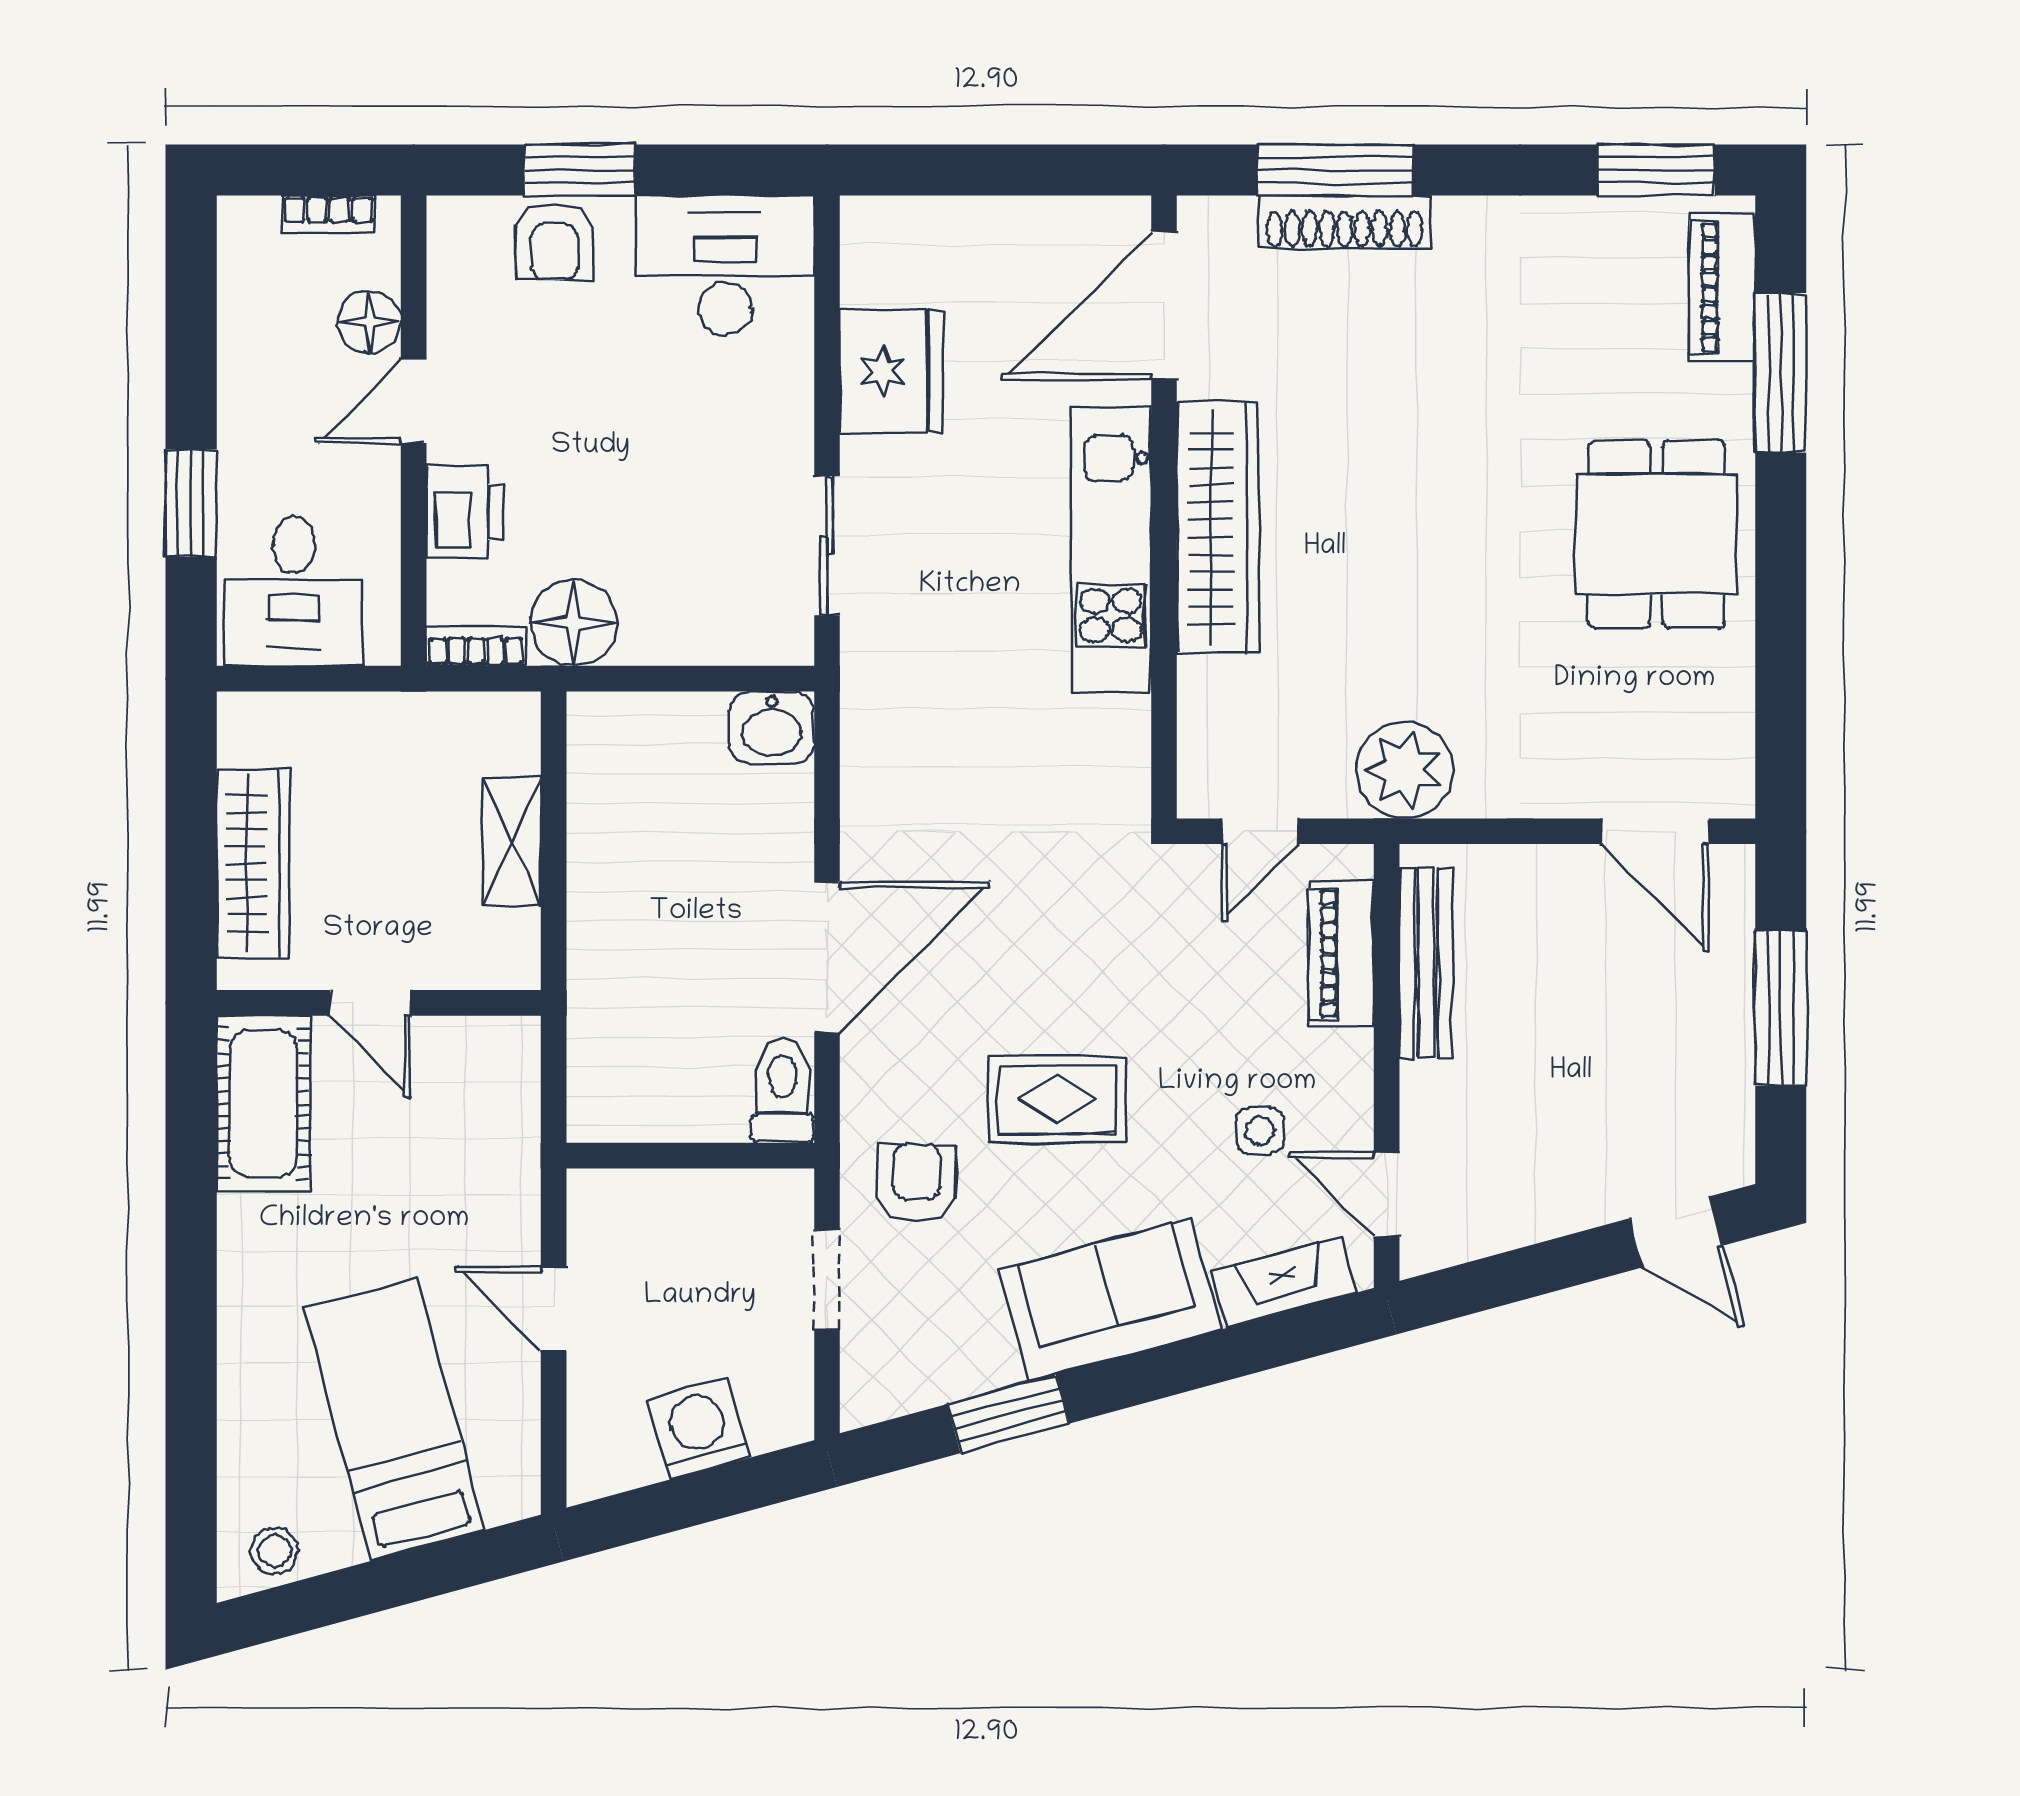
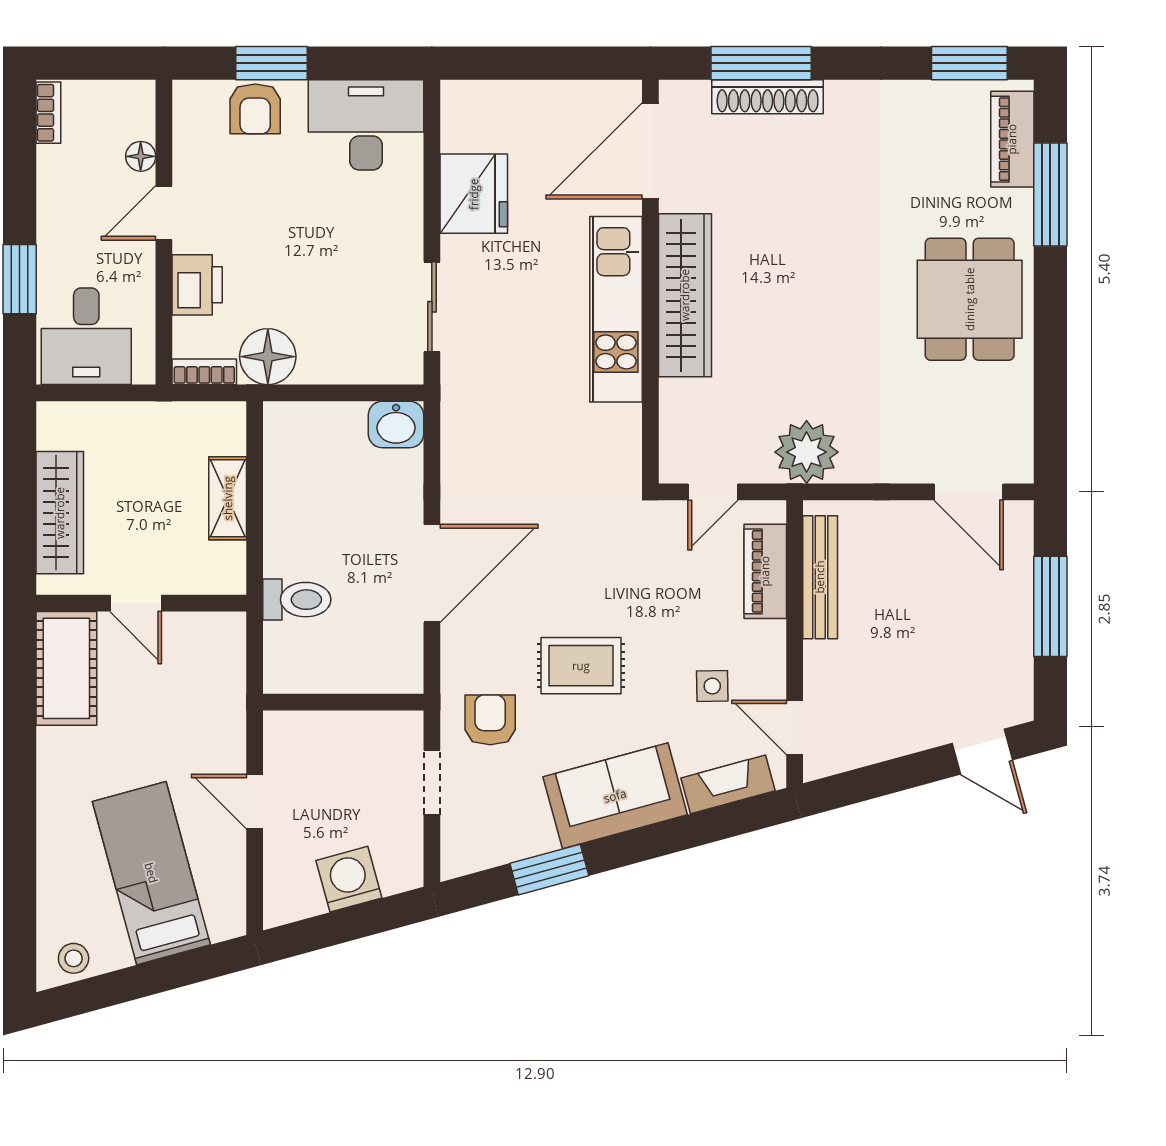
bookcase: (329, 214) -> (48, 113), moved, turned -90
floor lamp: (369, 322) -> (141, 156), width x0.73, depth x0.73
toilet: (782, 1090) -> (297, 600), moved, turned 90

